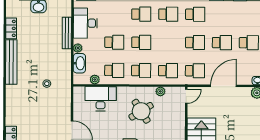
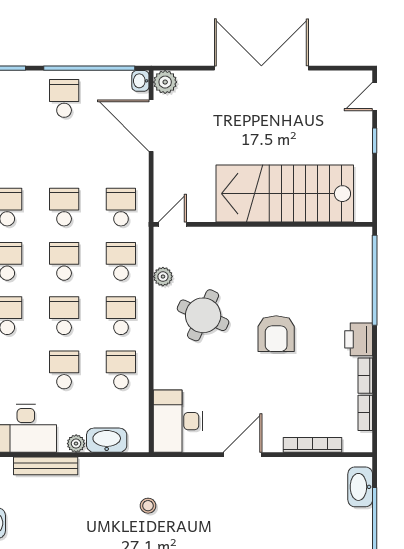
school desk: (222, 43) -> (64, 261), moved
plant: (95, 80) -> (139, 409), removed
door: (223, 86) -> (151, 126), moved
door: (186, 96) -> (172, 224), hinge flipped
desk: (101, 99) -> (178, 421), moved
round table: (141, 111) -> (203, 315), turned -34

